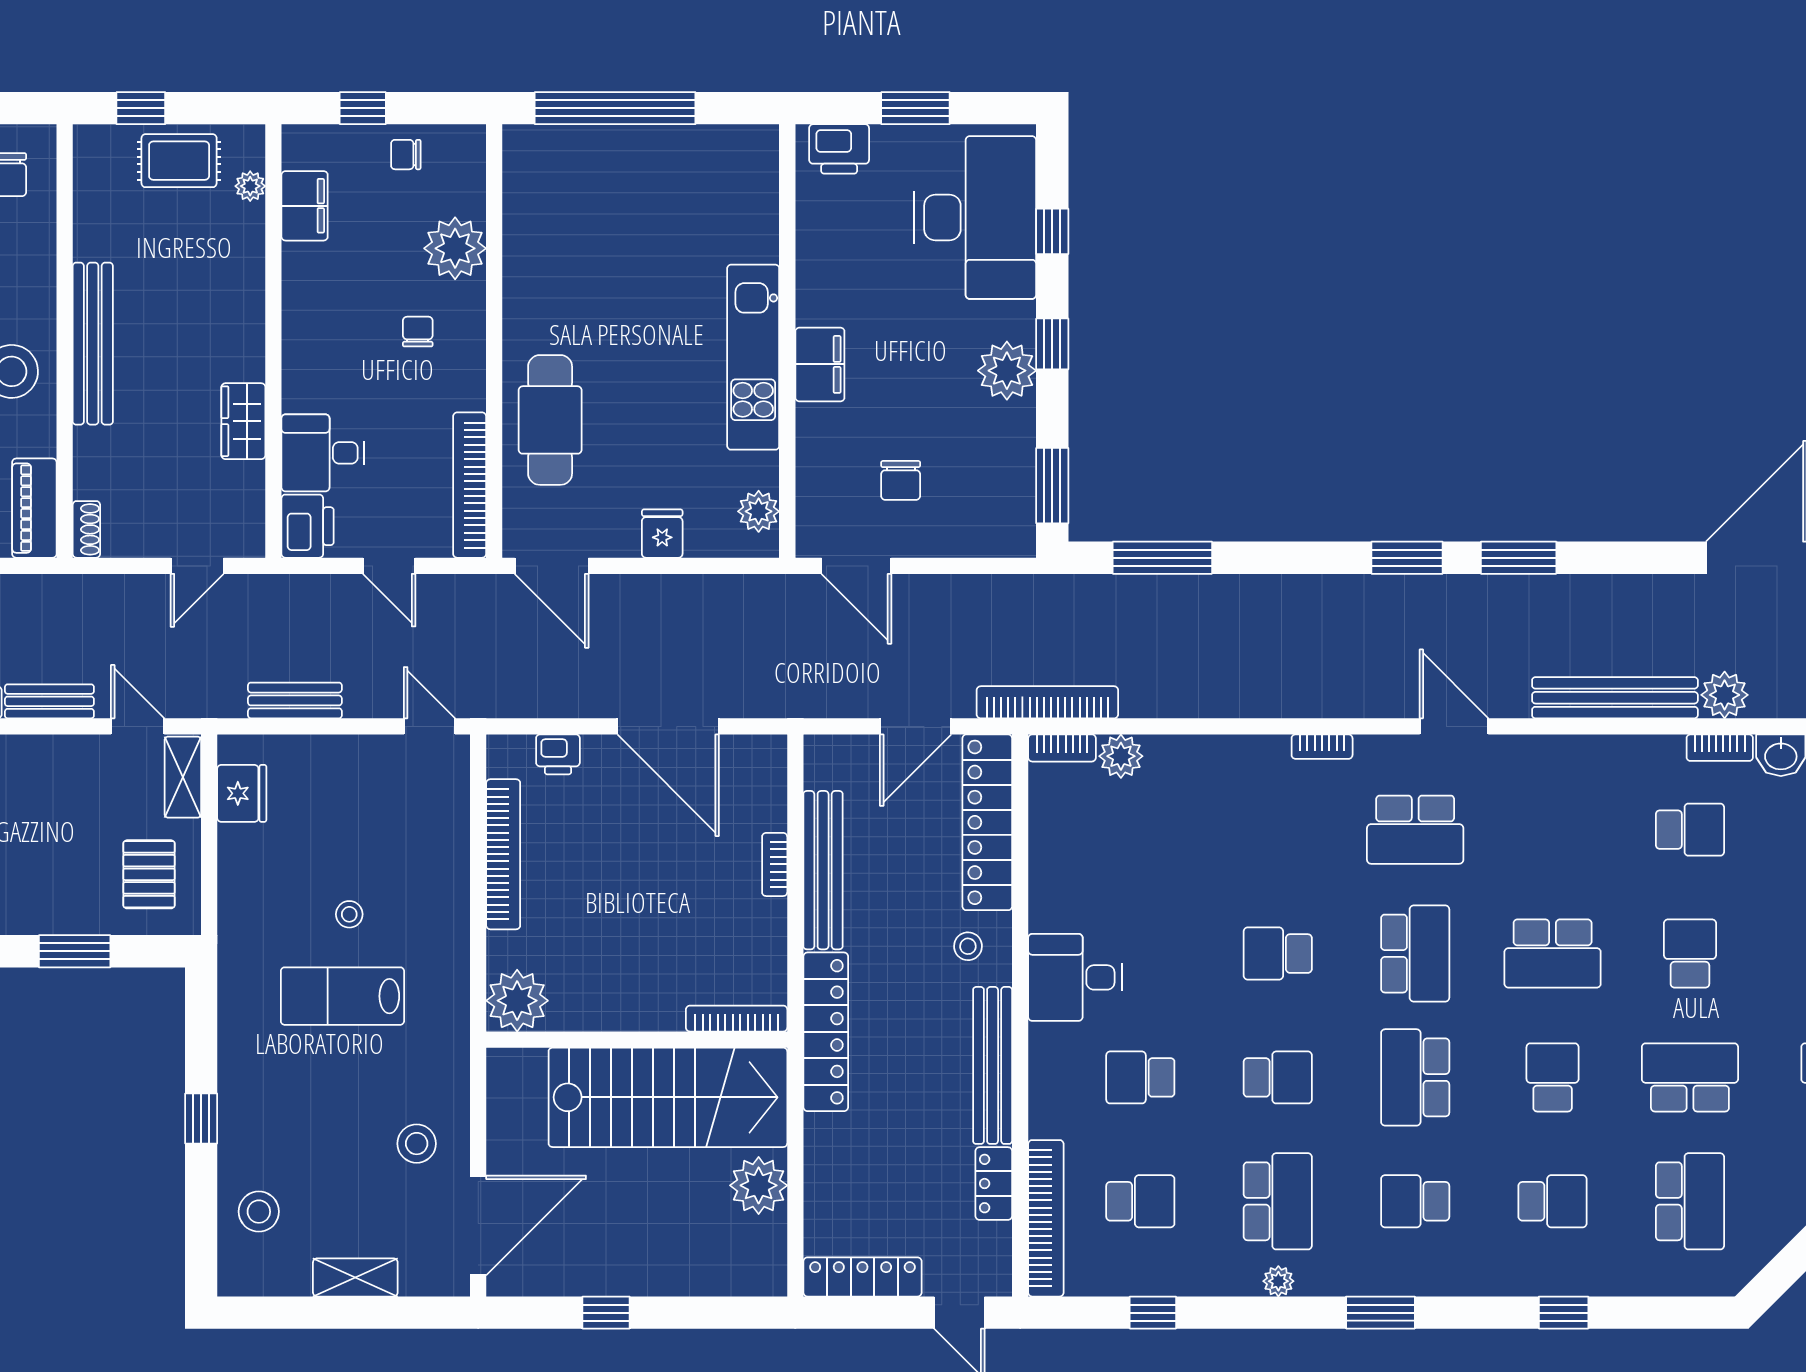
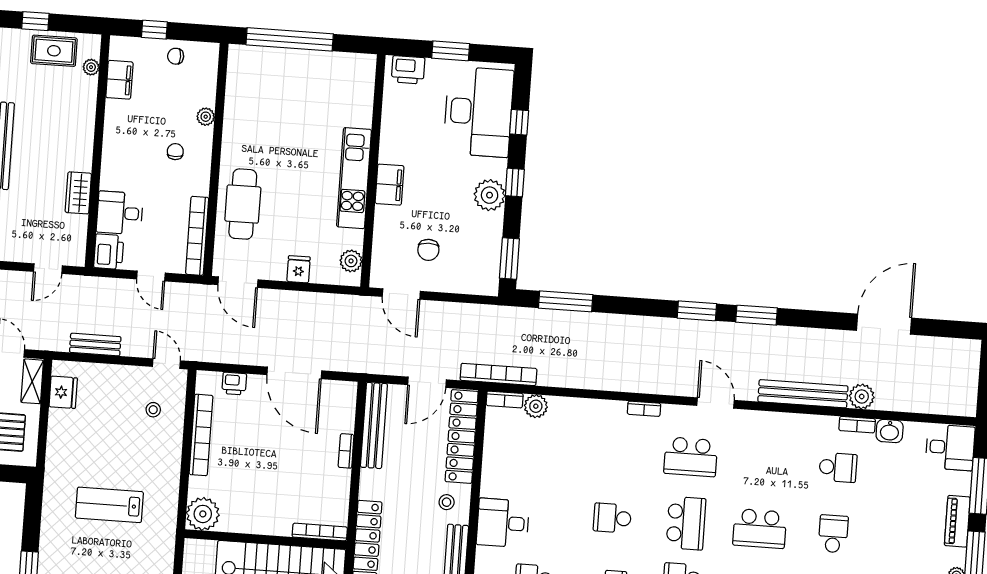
plant: (455, 248) -> (206, 117), width x0.53, depth x0.53
bench: (823, 870) -> (374, 425), moved
stool: (349, 914) -> (153, 410), moved

